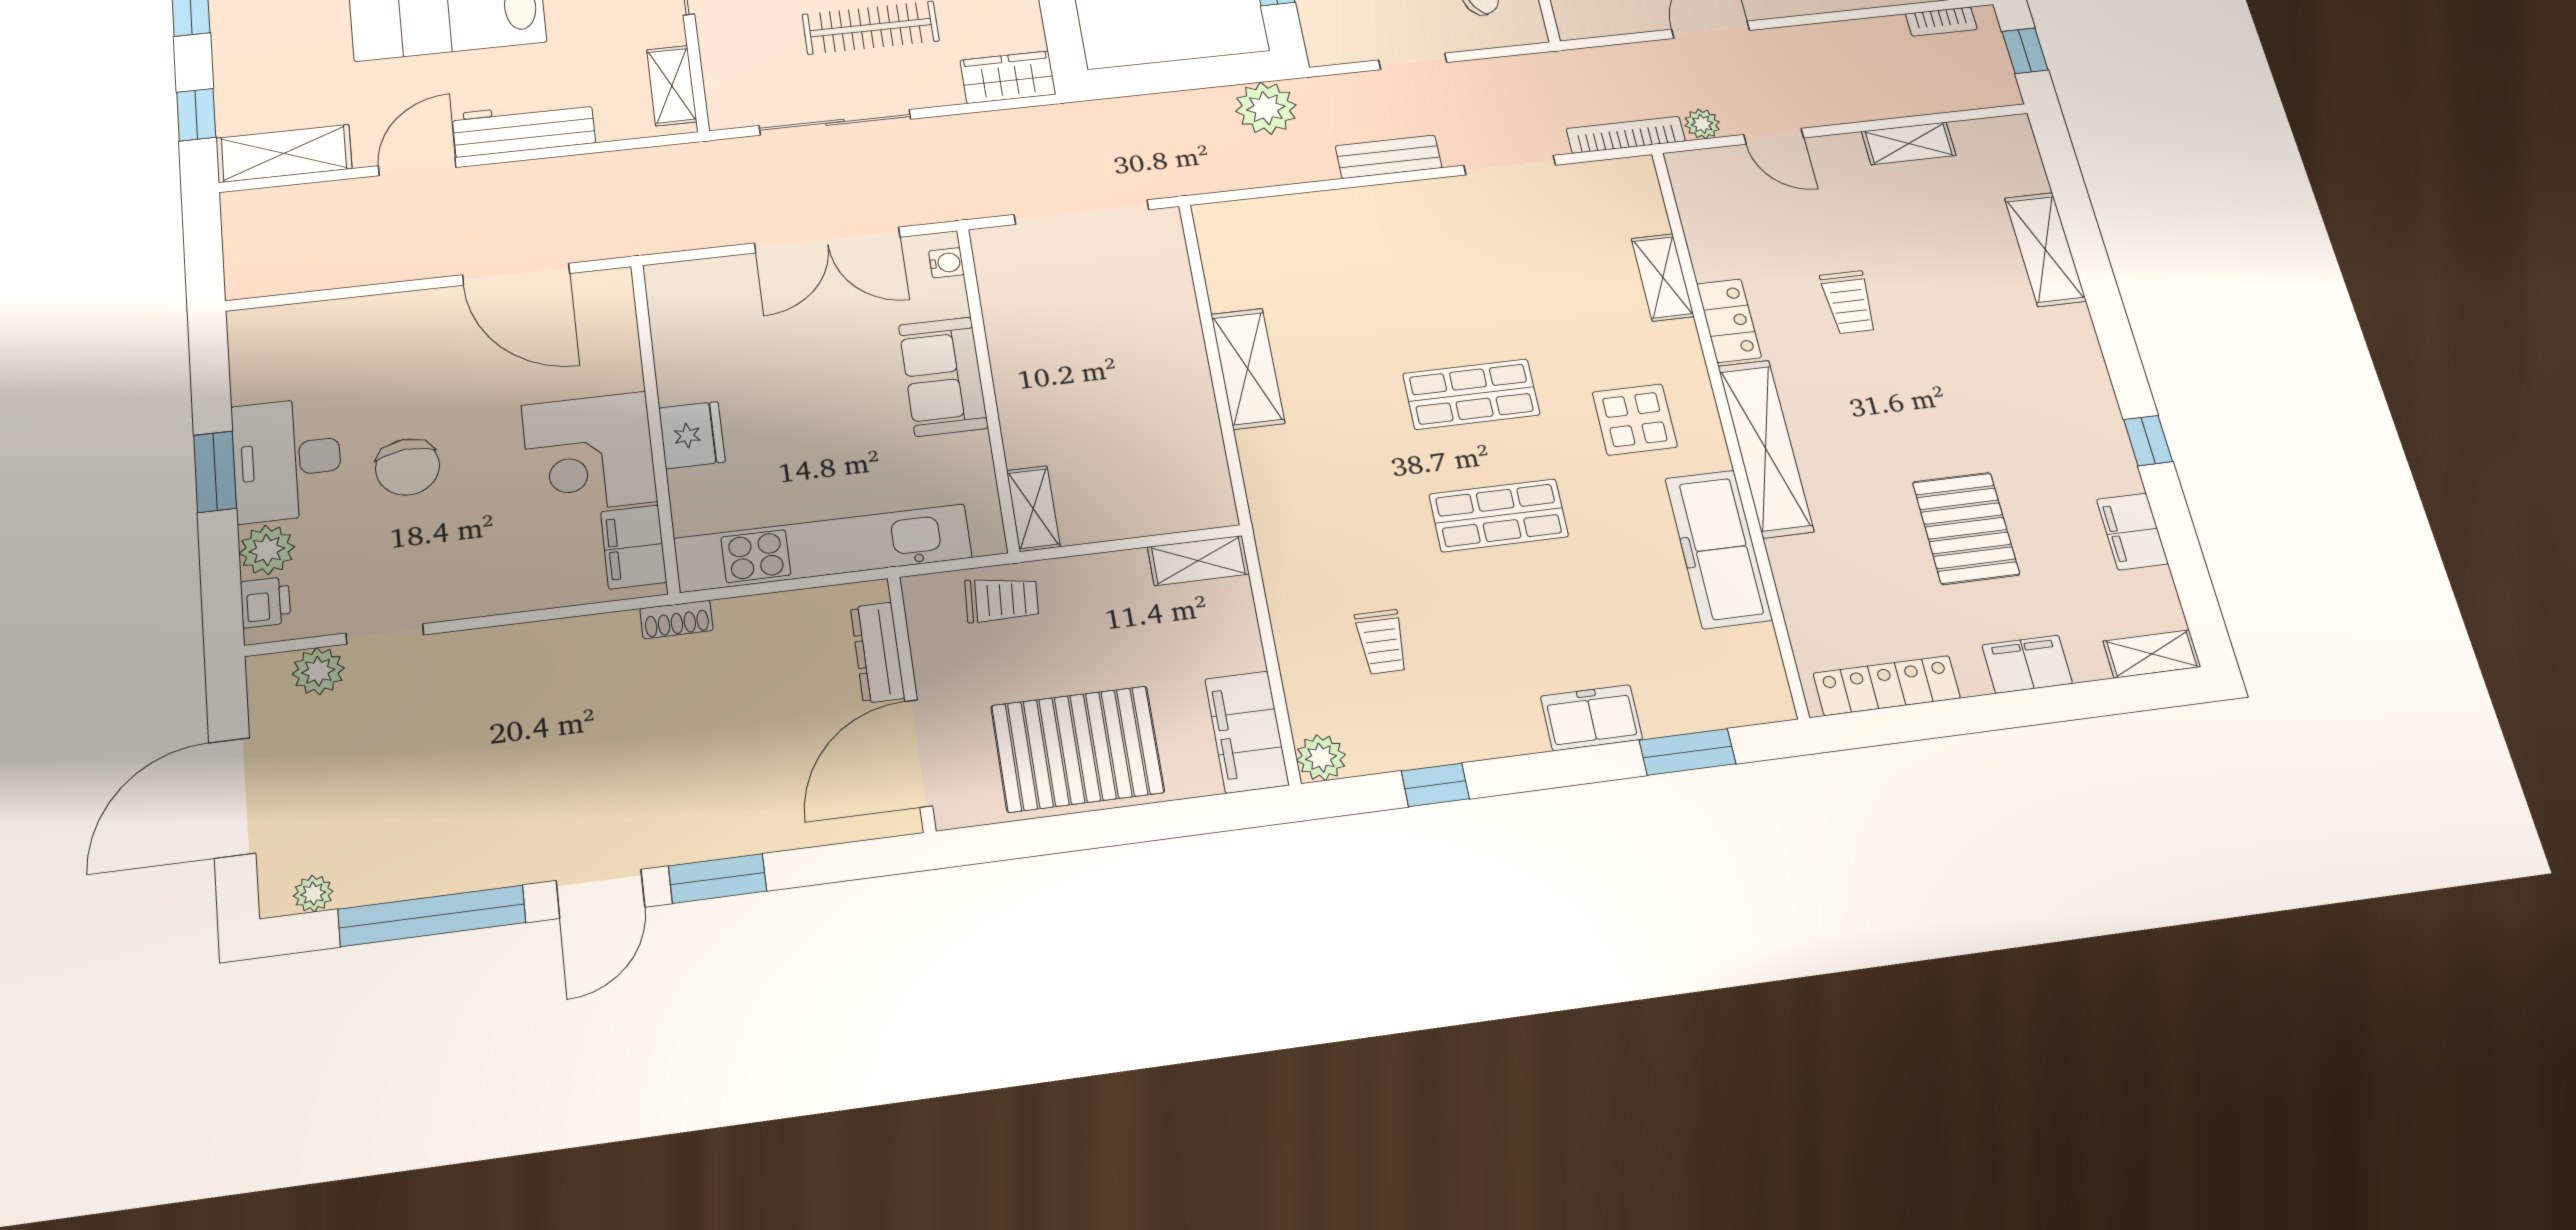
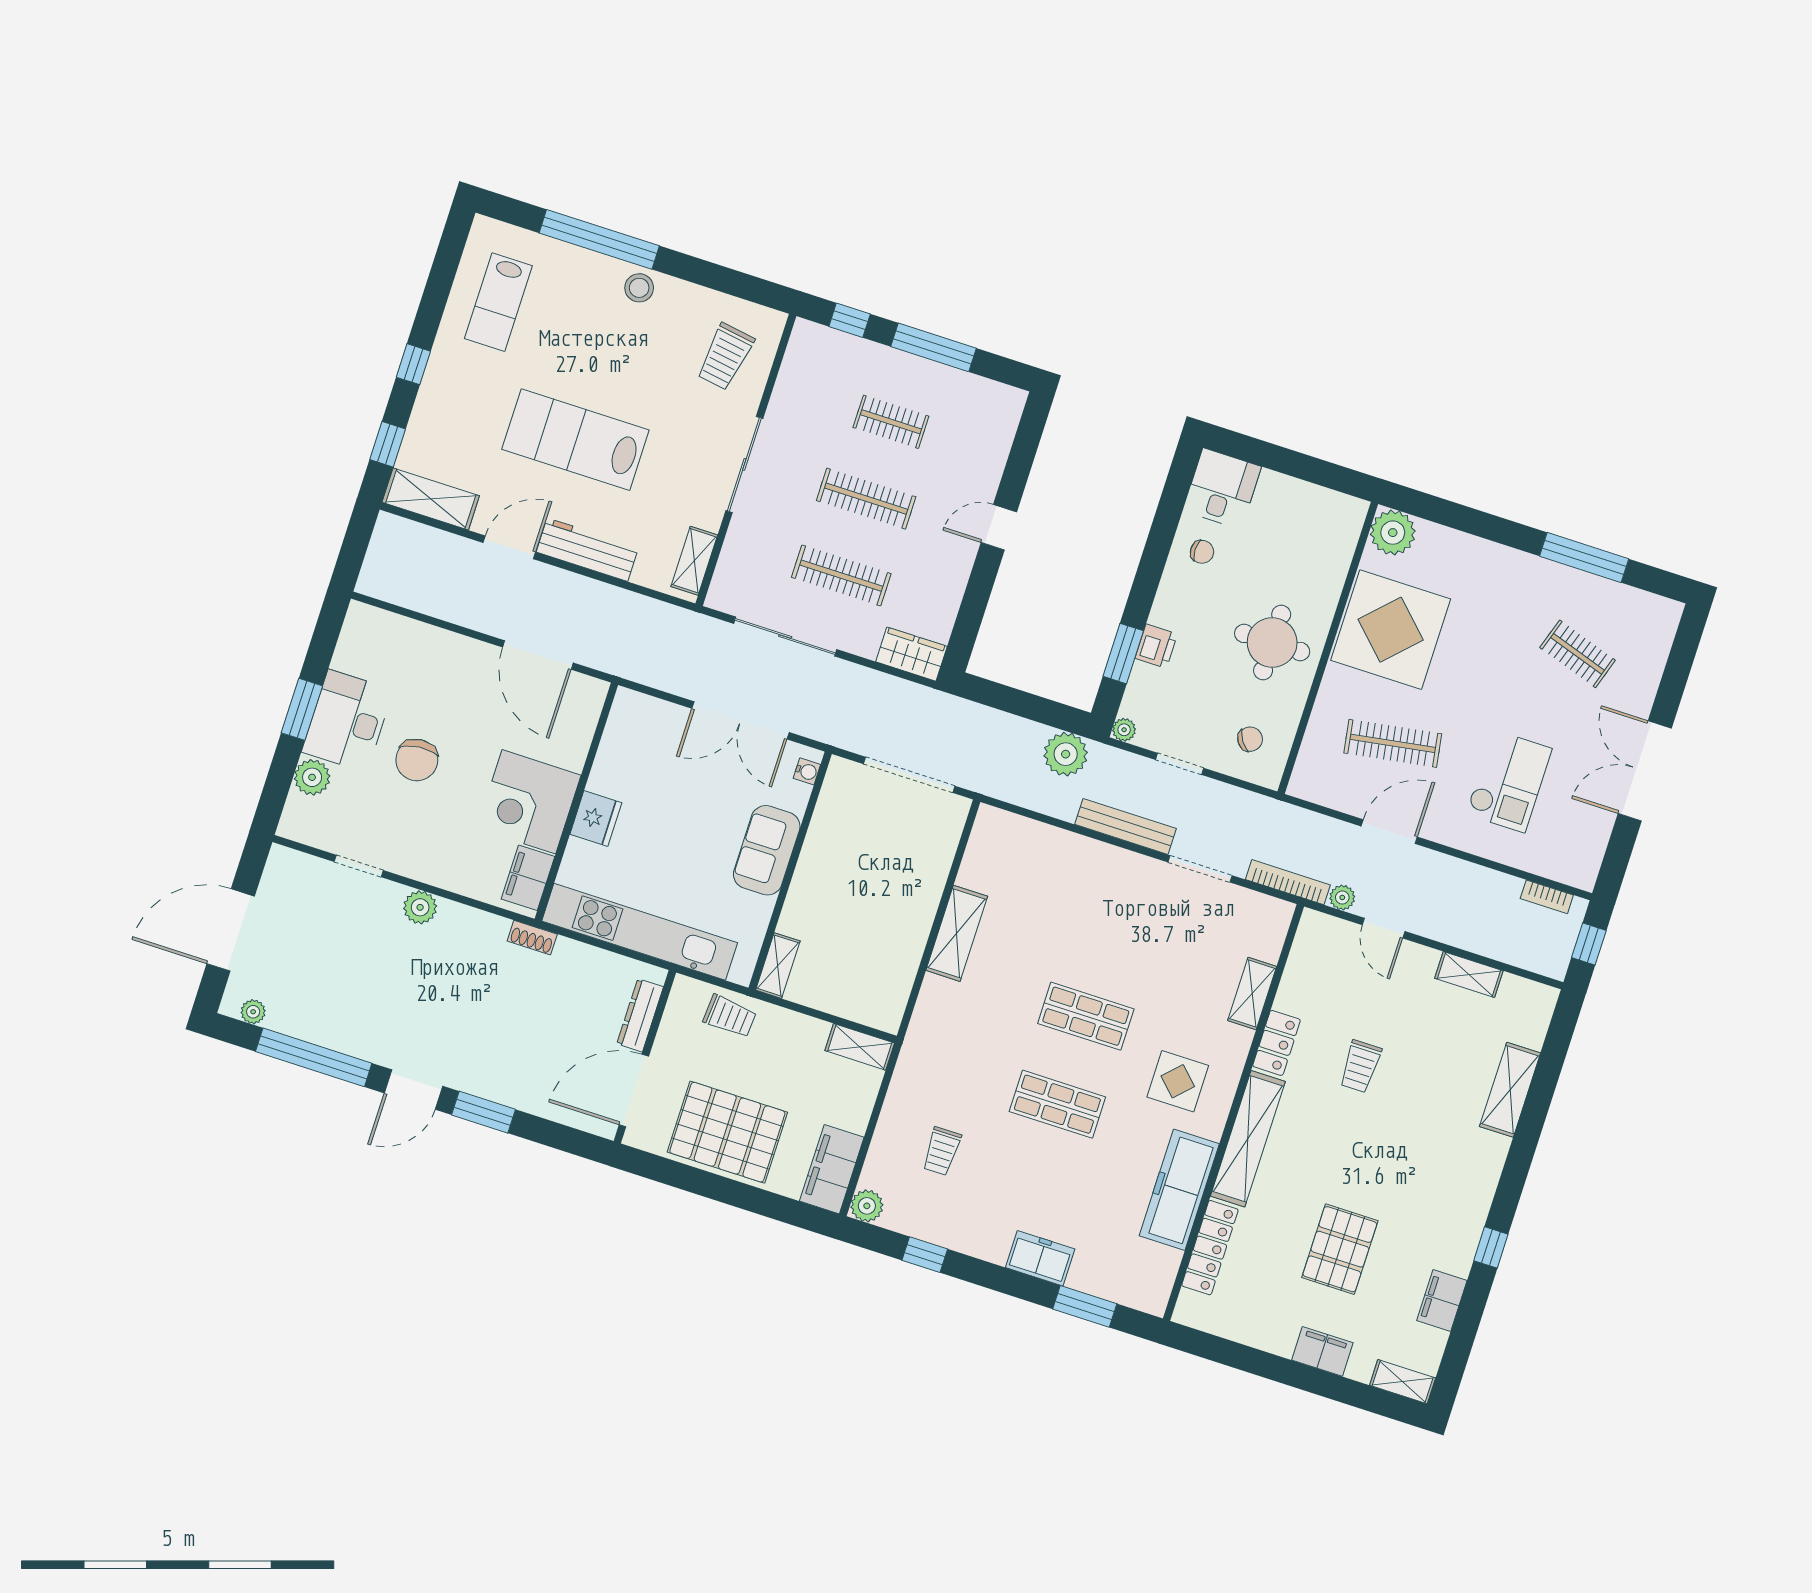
plant: (1322, 52) -> (1124, 730), added
bench: (1389, 157) -> (1125, 826), width x1.36
printer: (266, 602) -> (298, 812), removed
plant: (318, 671) -> (420, 907), moved
locker: (1887, 686) -> (1210, 1248), moved, turned 90

